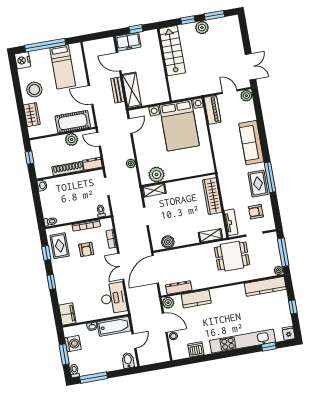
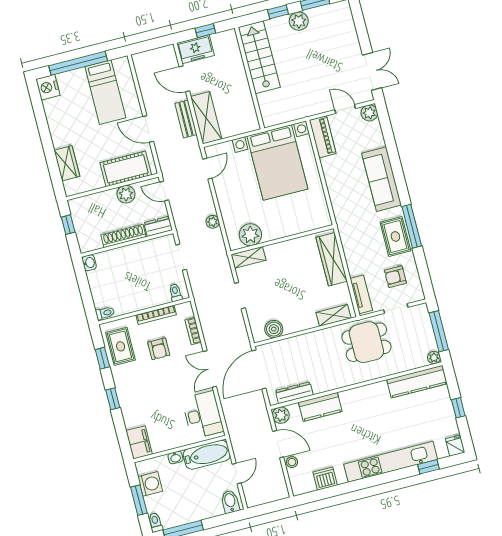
stool: (34, 90) -> (68, 127), removed

